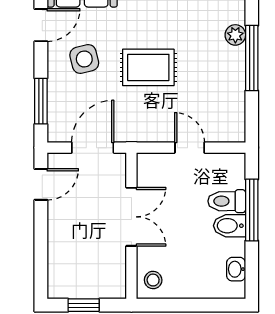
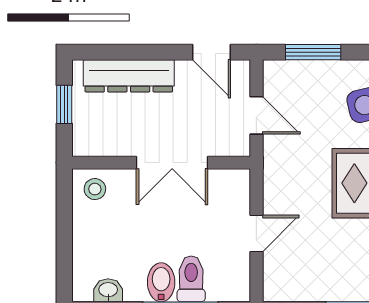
door: (93, 148) -> (256, 115), width x0.73
dresser: (60, 252) -> (129, 76), added

